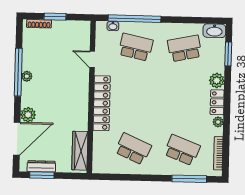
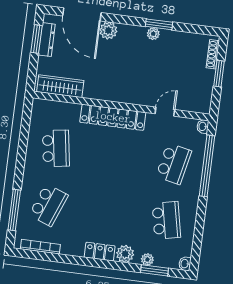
washbasin: (113, 26) -> (203, 126), moved
washbasin: (214, 31) -> (185, 264), width x0.52, depth x0.69
window: (18, 72) -> (159, 24), width x0.47
plant: (218, 122) -> (147, 259), moved
school desk: (133, 149) -> (56, 148), turned -33

